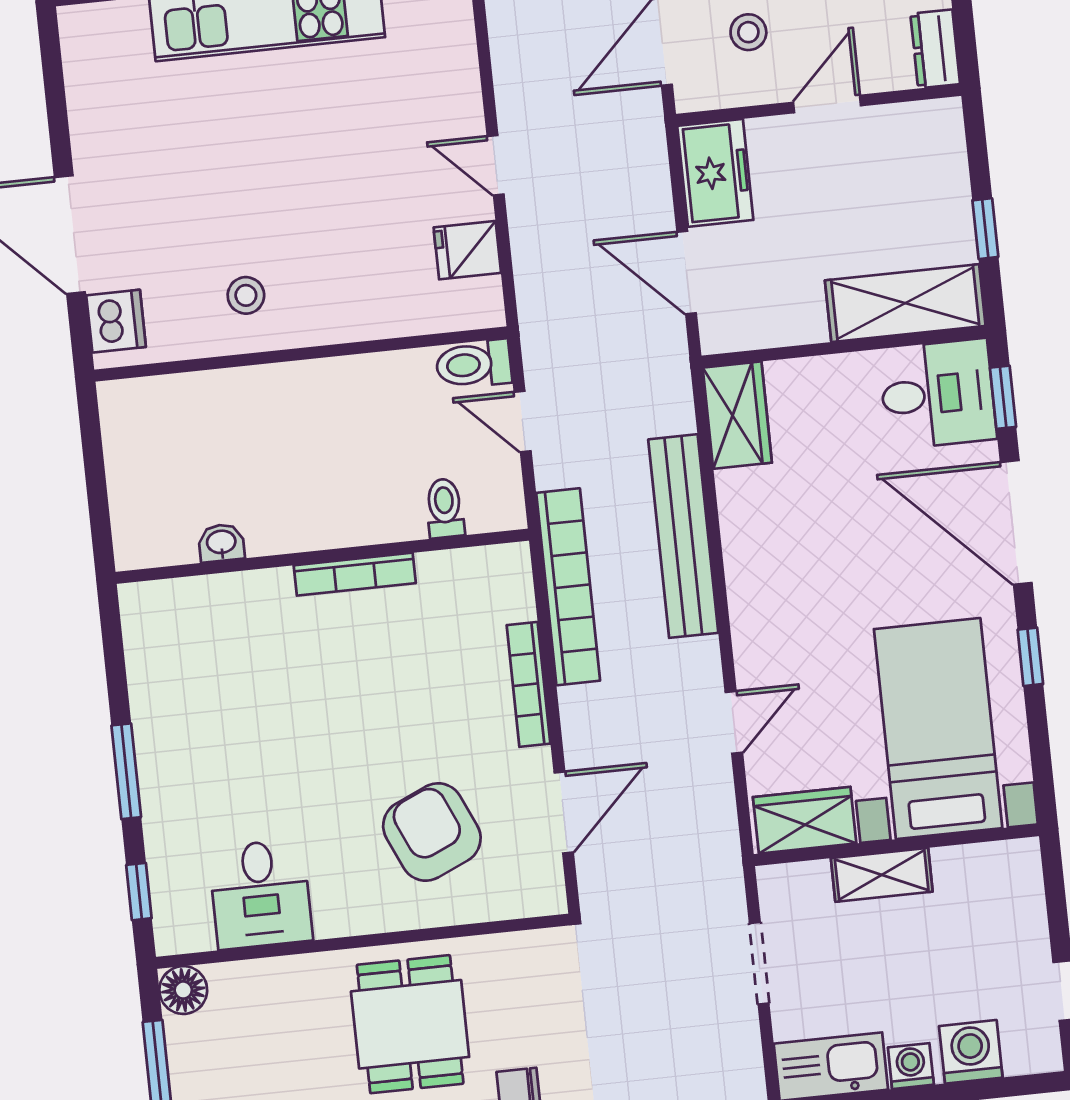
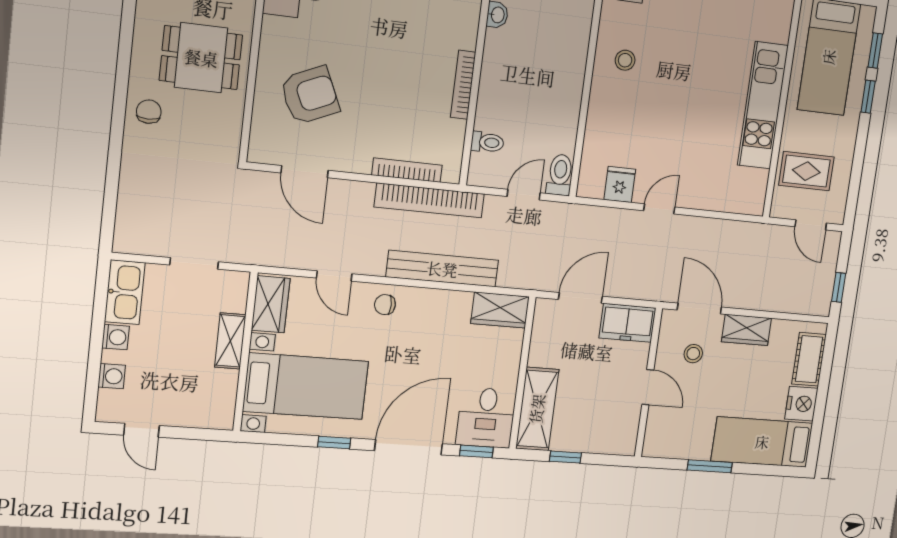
dresser: (935, 49) -> (661, 447), removed
chair: (767, 623) -> (385, 305), added
bookcase: (529, 684) -> (407, 170), moved
washing machine: (971, 1052) -> (112, 376), width x0.73, depth x0.73

